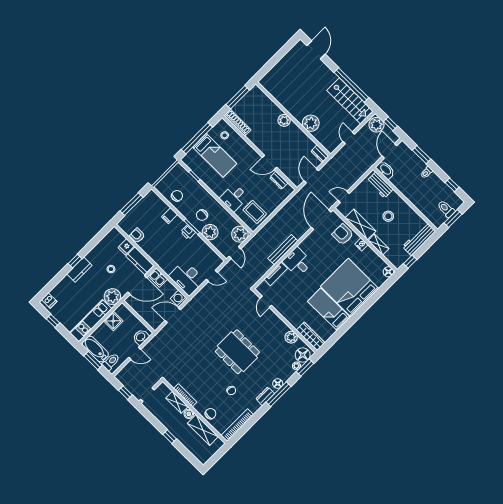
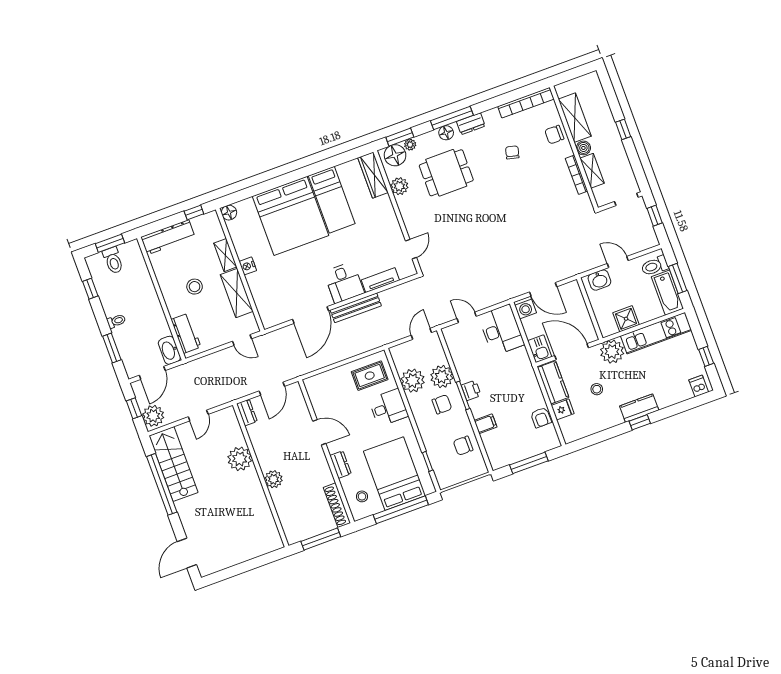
bed: (215, 155) -> (394, 474), width x1.50
dresser: (279, 180) -> (341, 465), moved
rug: (255, 212) -> (370, 376), turned 90
door: (321, 220) -> (311, 315), moved
plant: (240, 234) -> (413, 381), moved
armchair: (343, 234) -> (267, 291), removed
dining table: (237, 352) -> (446, 173), moved, width x0.73

